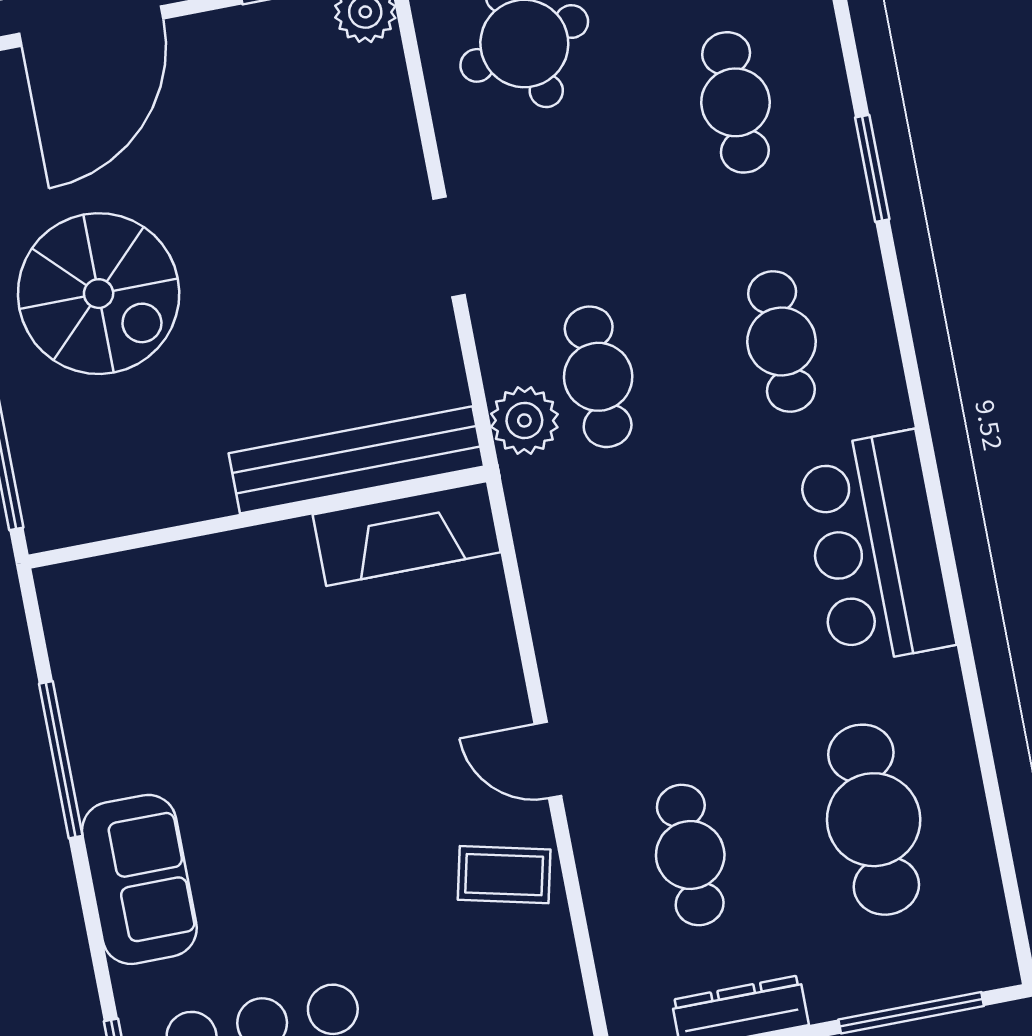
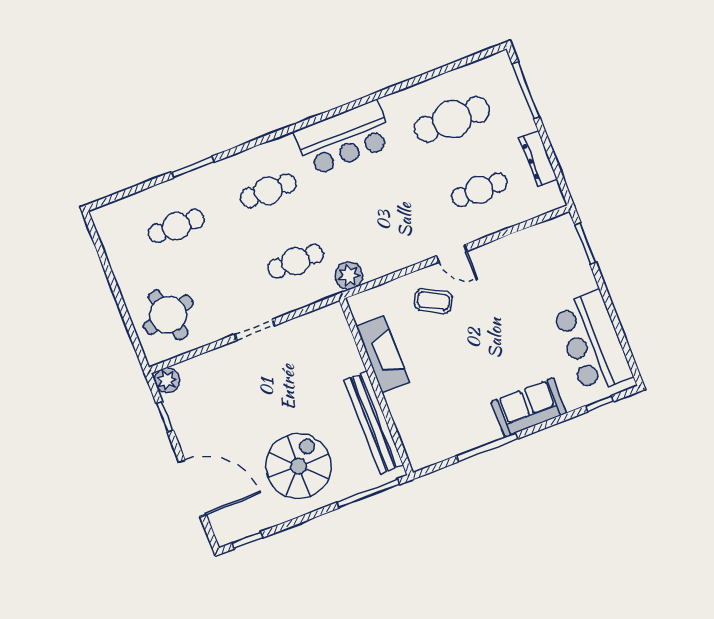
plant: (524, 420) -> (349, 275), moved
bench: (356, 460) -> (374, 423), moved
fireplace: (407, 533) -> (383, 354), moved
door: (548, 760) -> (452, 253), hinge flipped
coffee table: (504, 875) -> (433, 301), moved, turned -74

